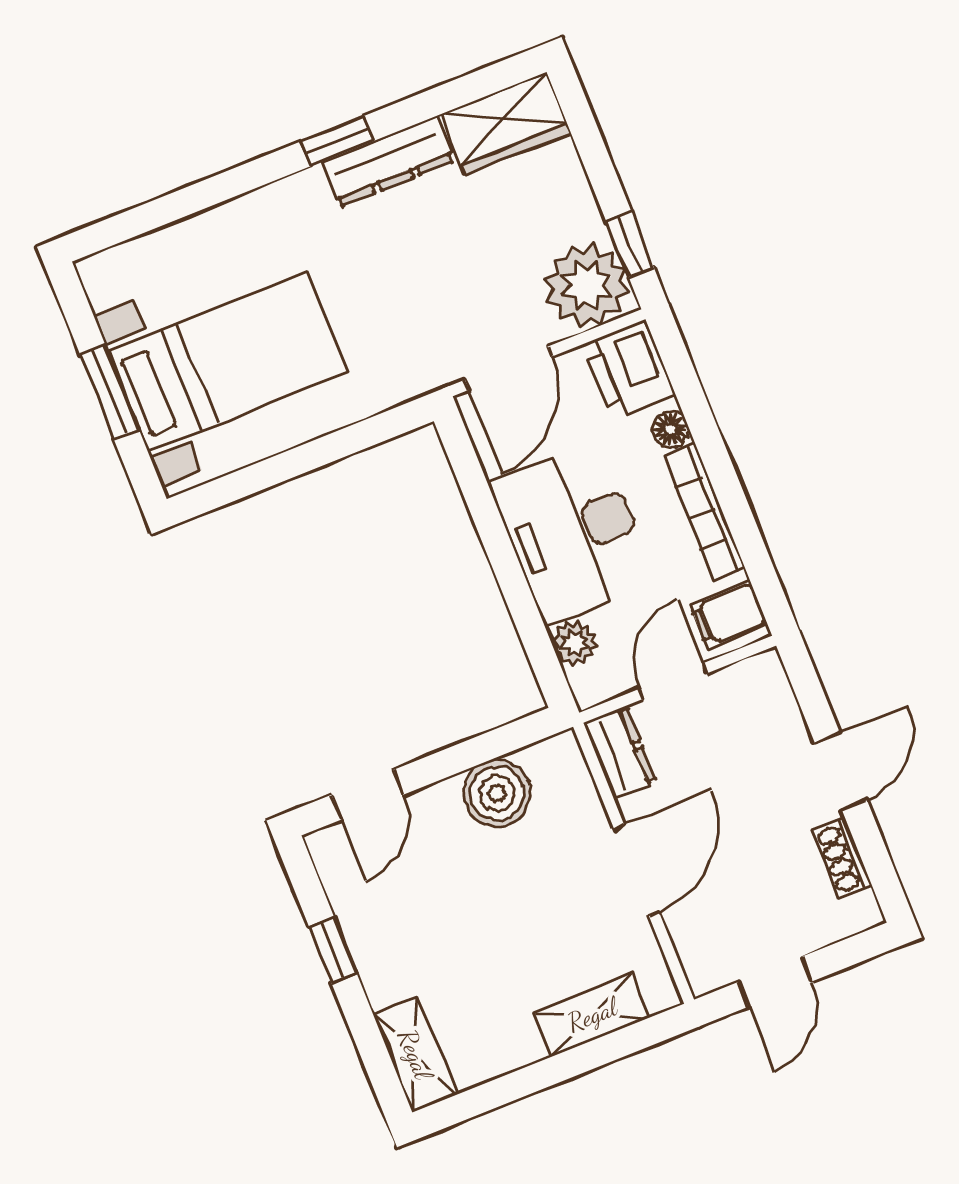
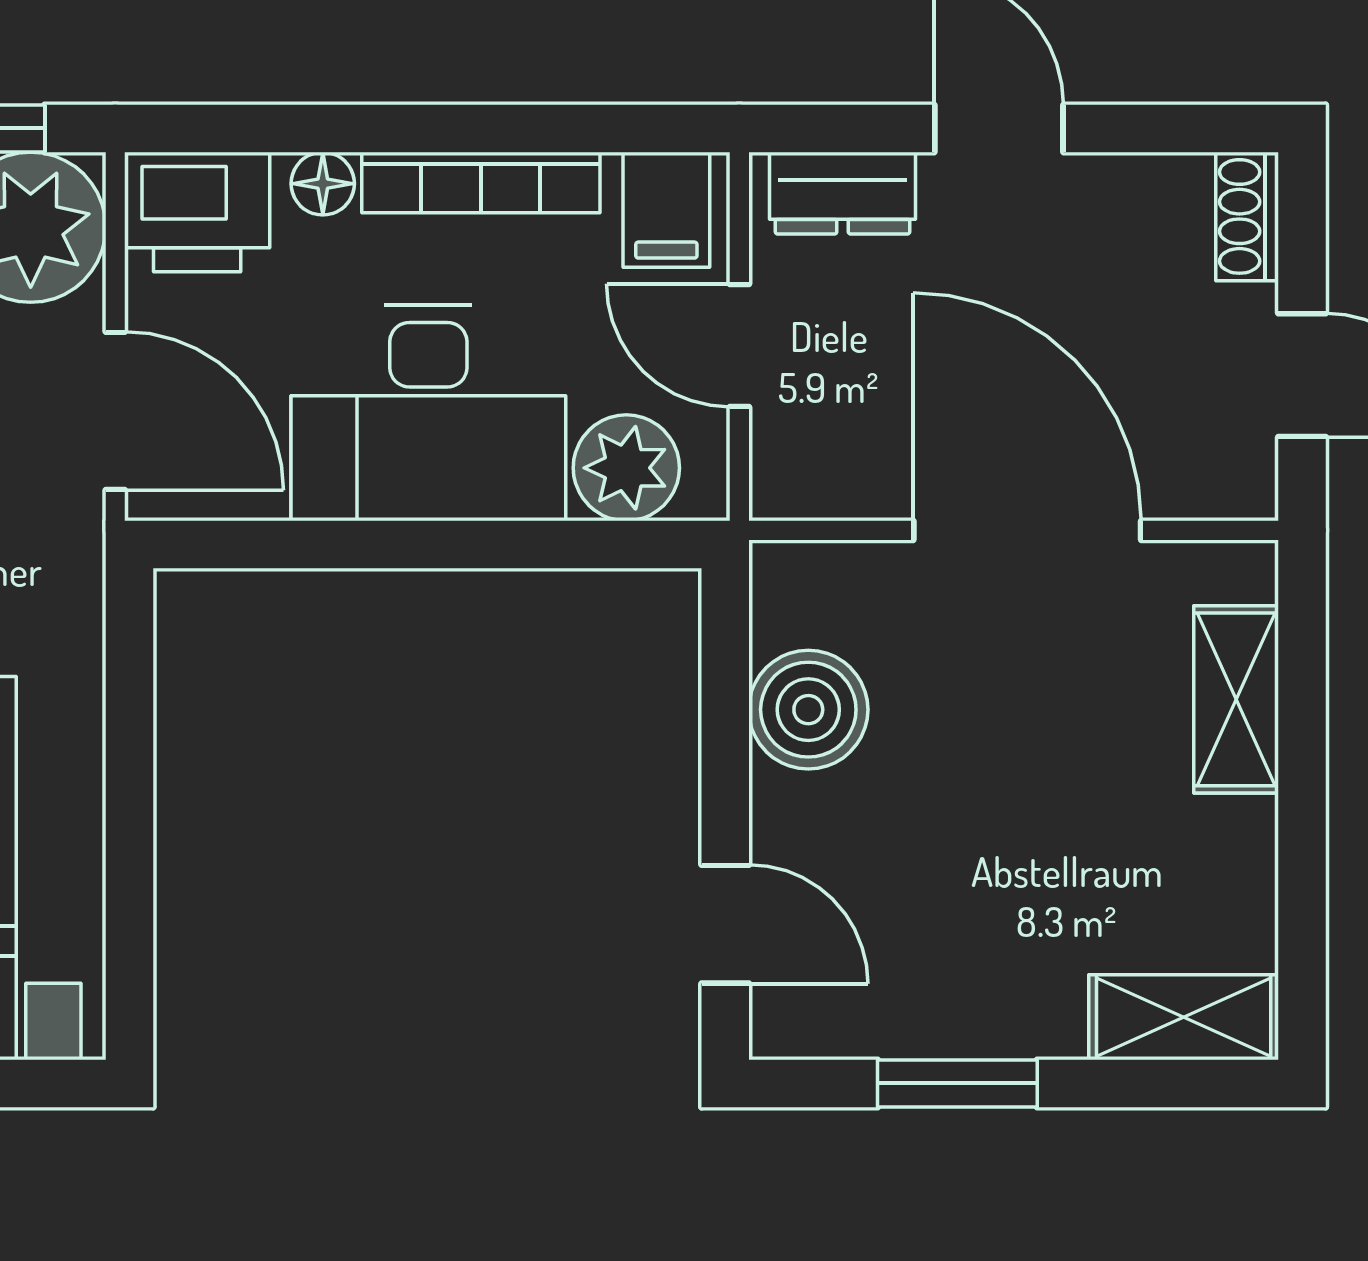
plant: (575, 643) -> (626, 468), width x1.38, depth x1.38
dresser: (620, 752) -> (843, 193), moved, turned 180
shoe rack: (842, 858) -> (1247, 216), moved, turned 90
door: (637, 870) -> (1027, 530), width x1.36
window: (333, 950) -> (957, 1083), width x1.50

